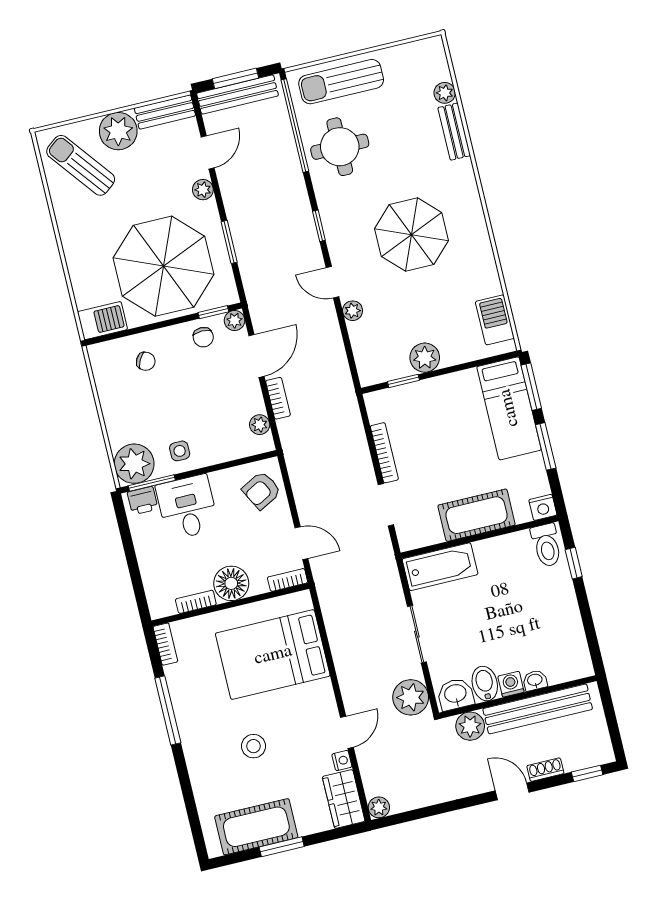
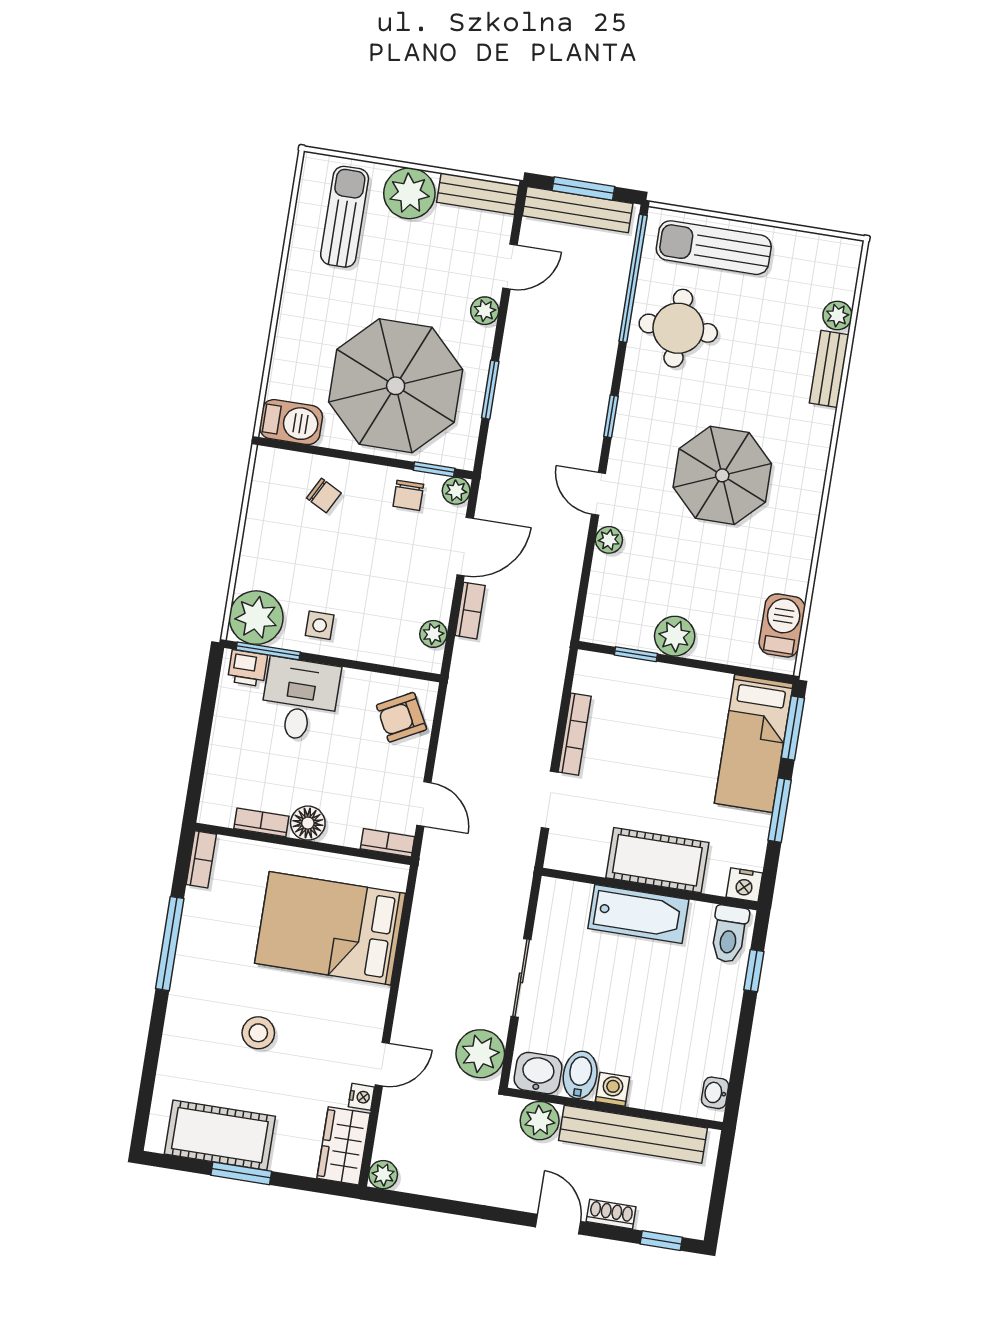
sun lounger: (81, 165) -> (345, 217), turned 38
bathtub: (440, 567) -> (638, 914), moved
floor lamp: (231, 583) -> (308, 823), width x0.73, depth x0.73
washbasin: (535, 680) -> (715, 1093), moved, turned -90

